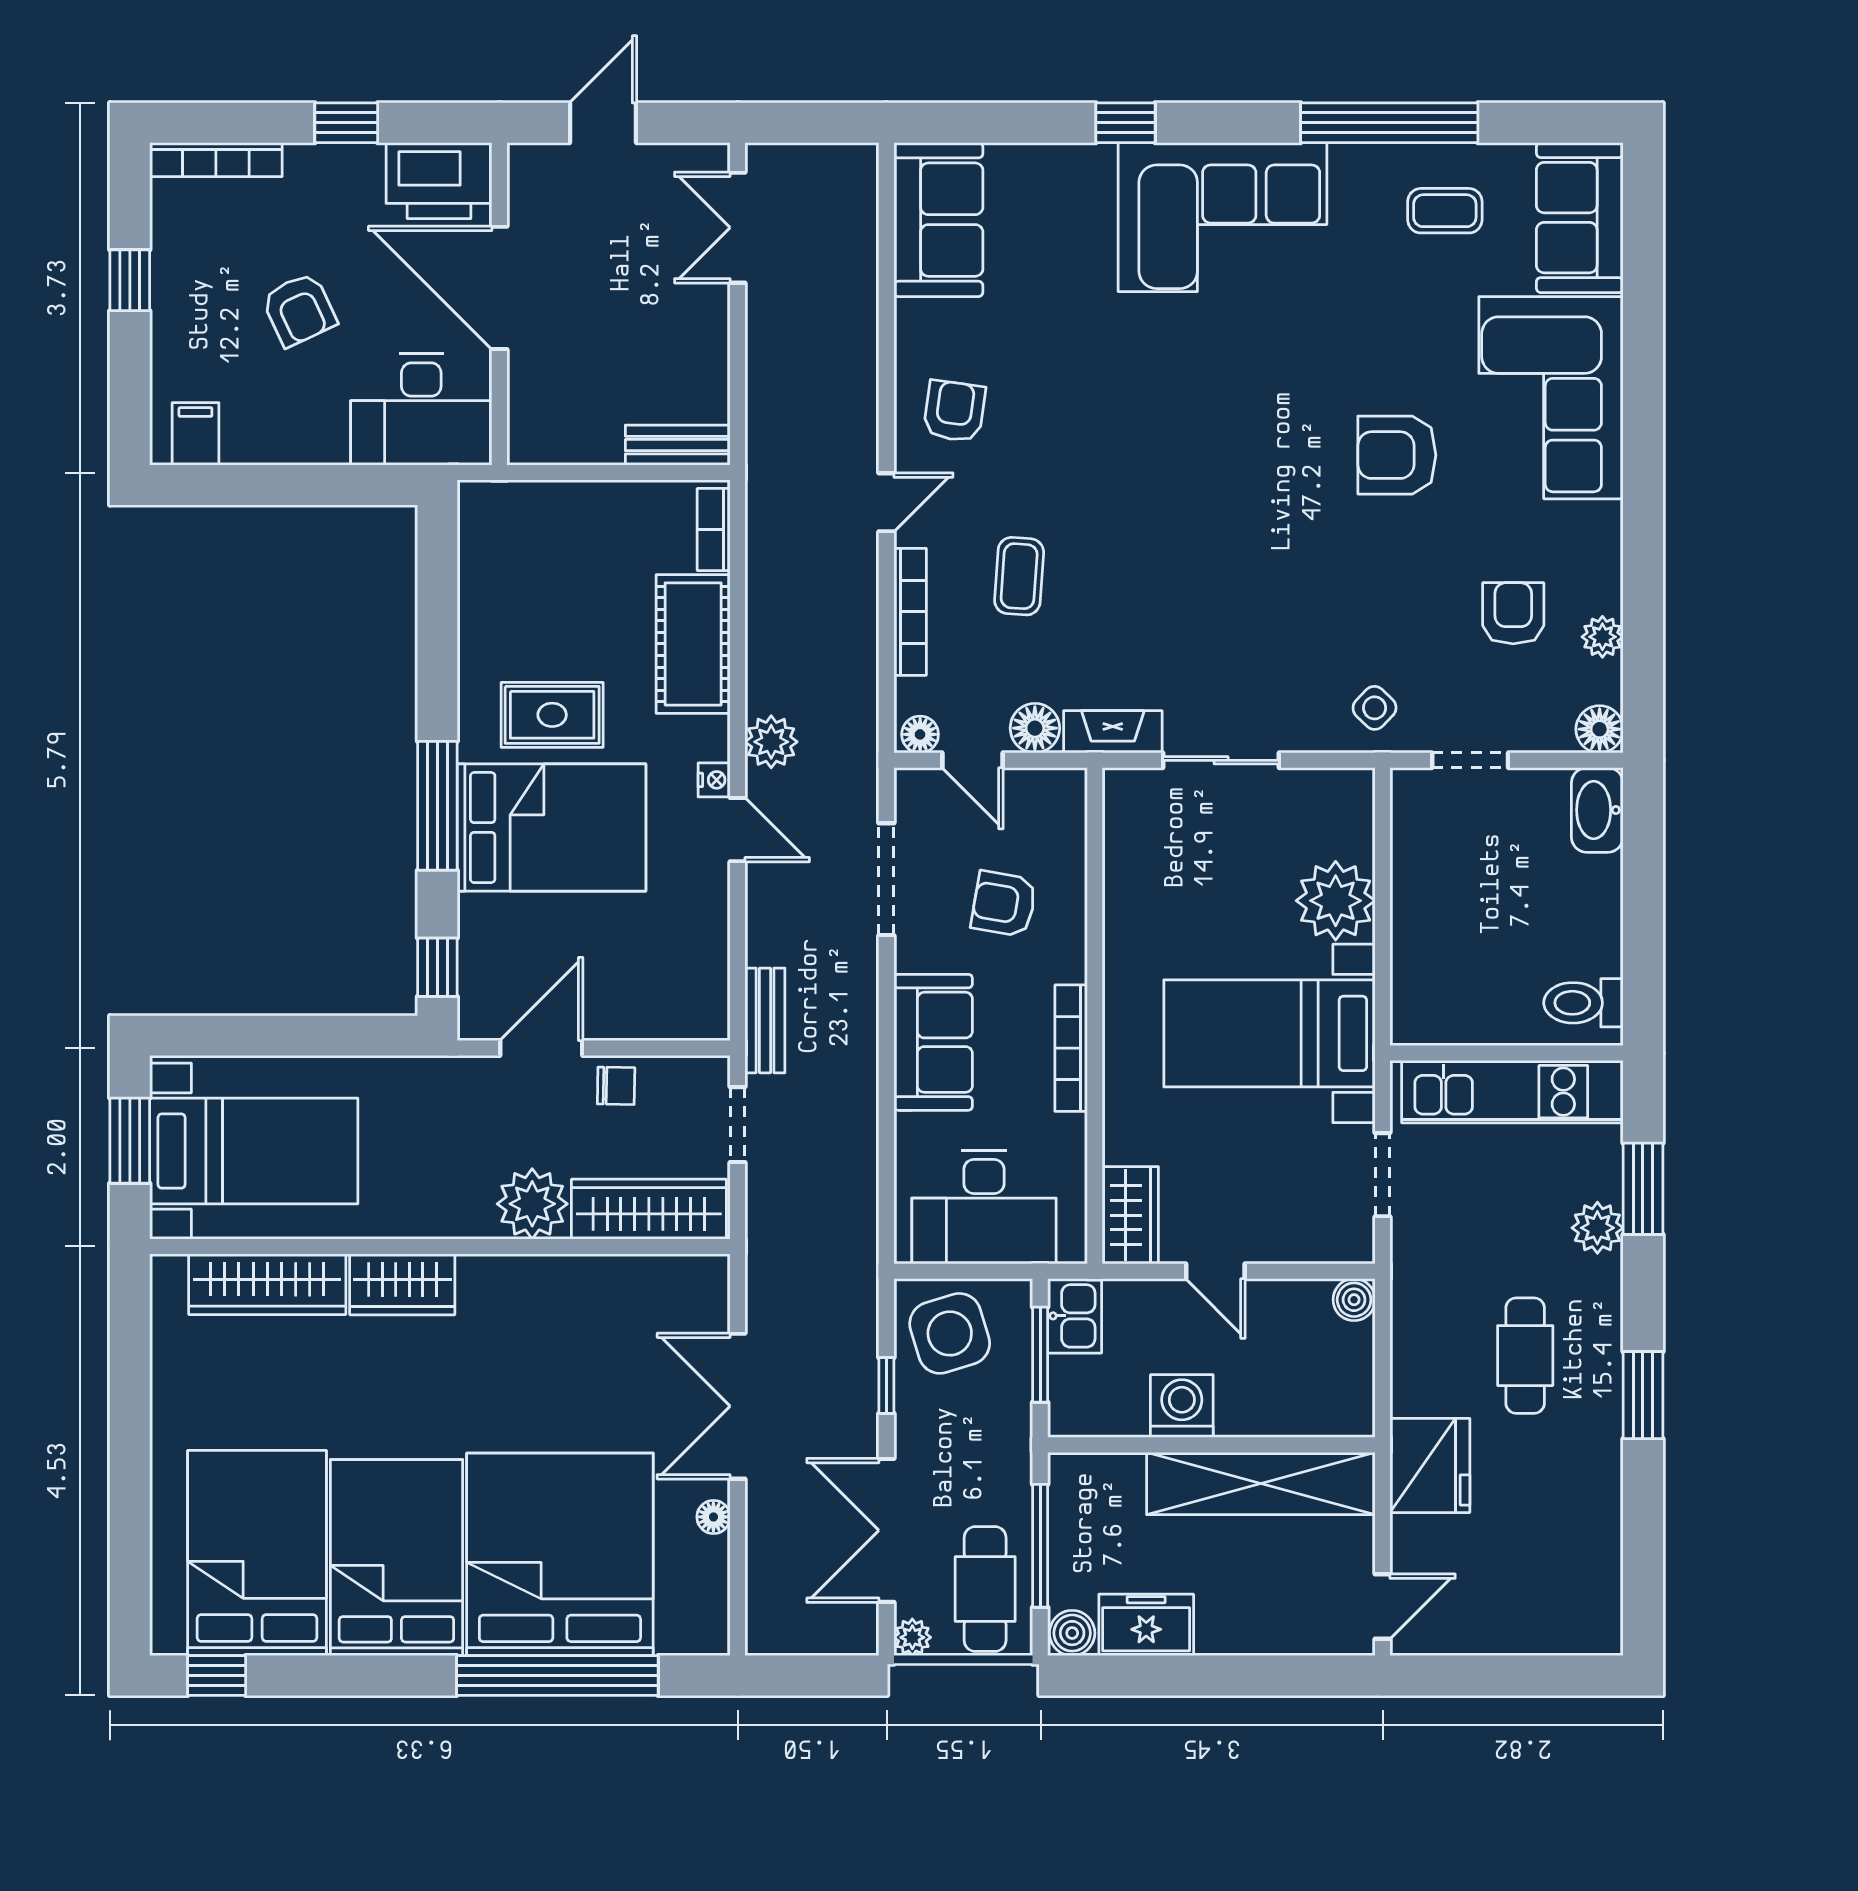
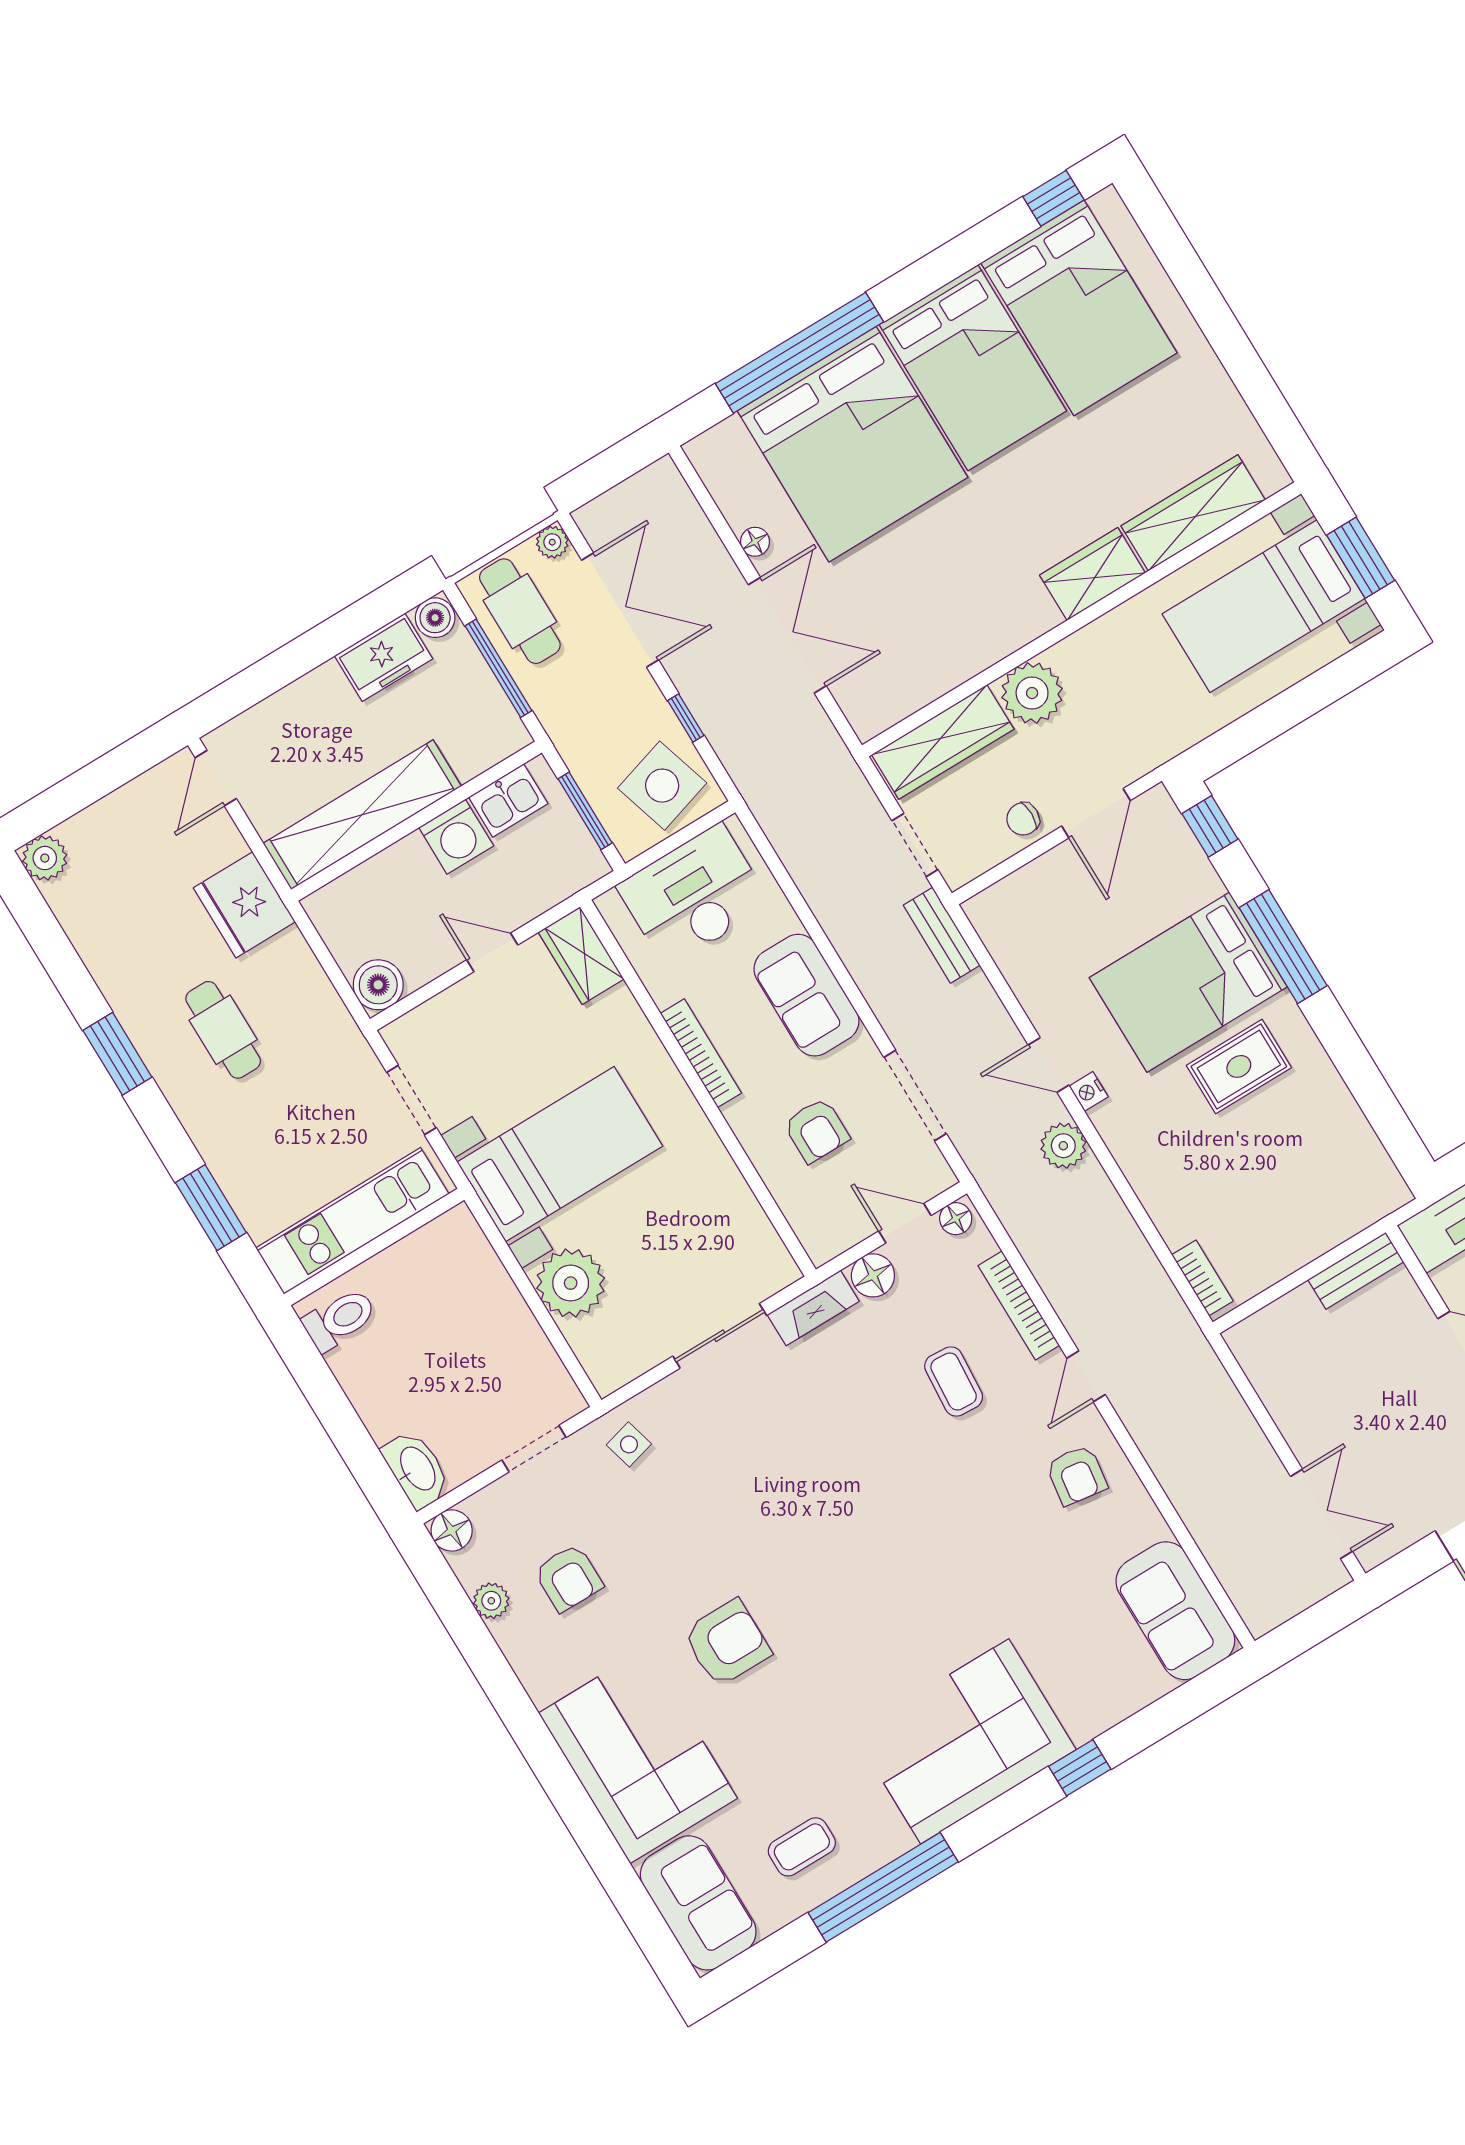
bench: (678, 445) -> (1356, 1271), moved
cot: (693, 644) -> (1166, 1183), removed
side table: (1375, 708) -> (629, 1444), turned 31
armchair: (1004, 904) -> (816, 1130), turned 80
plant: (1597, 1228) -> (45, 858), moved
boiler: (1354, 1300) -> (378, 985), width x1.36, depth x1.36
kitchen sink: (1075, 1316) -> (508, 800), moved, turned -90

